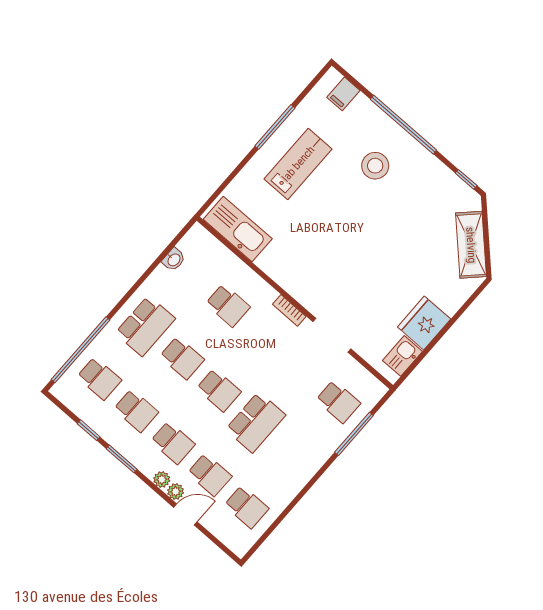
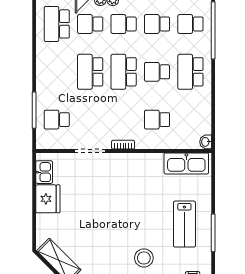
washbasin: (174, 260) -> (206, 142), moved
school desk: (219, 390) -> (124, 72), width x1.85
school desk: (246, 507) -> (57, 24), width x1.85

